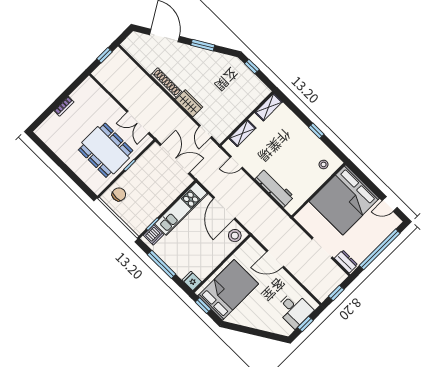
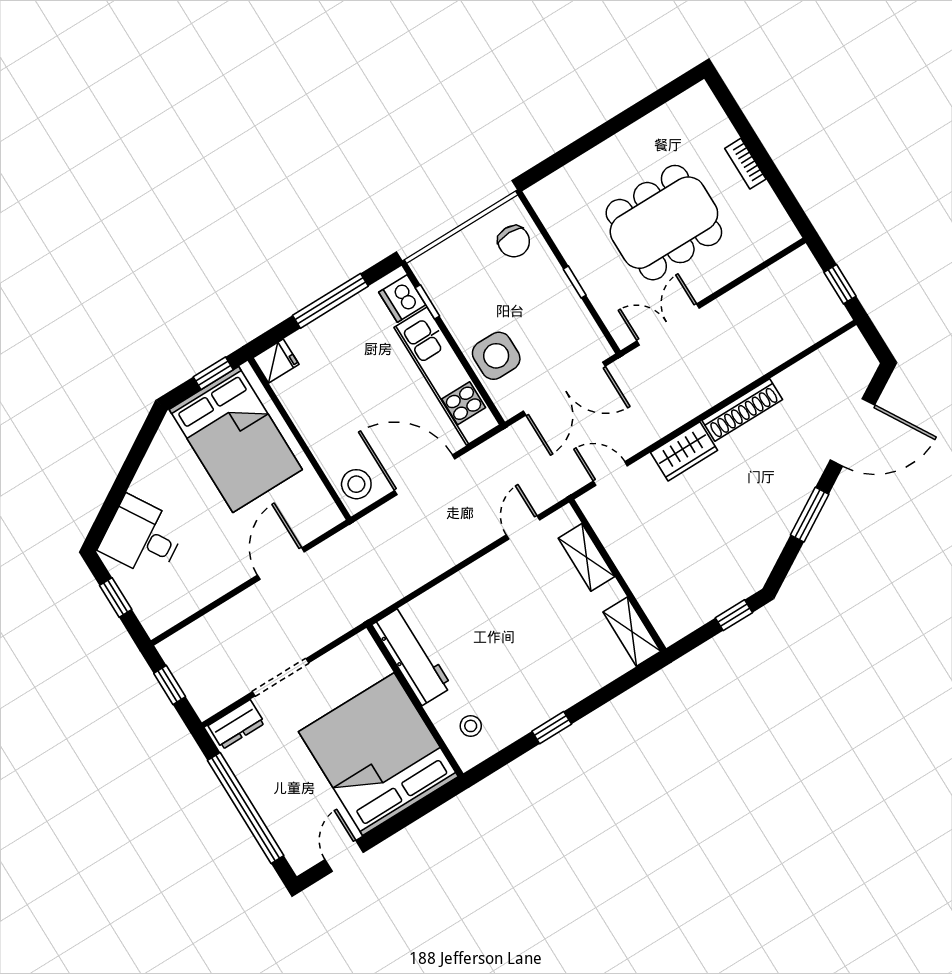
dining table: (106, 150) -> (664, 223), moved
workbench: (275, 188) -> (412, 656), moved, turned -90
side table: (168, 190) -> (496, 356), added
desk: (294, 310) -> (142, 537), moved, turned 58

